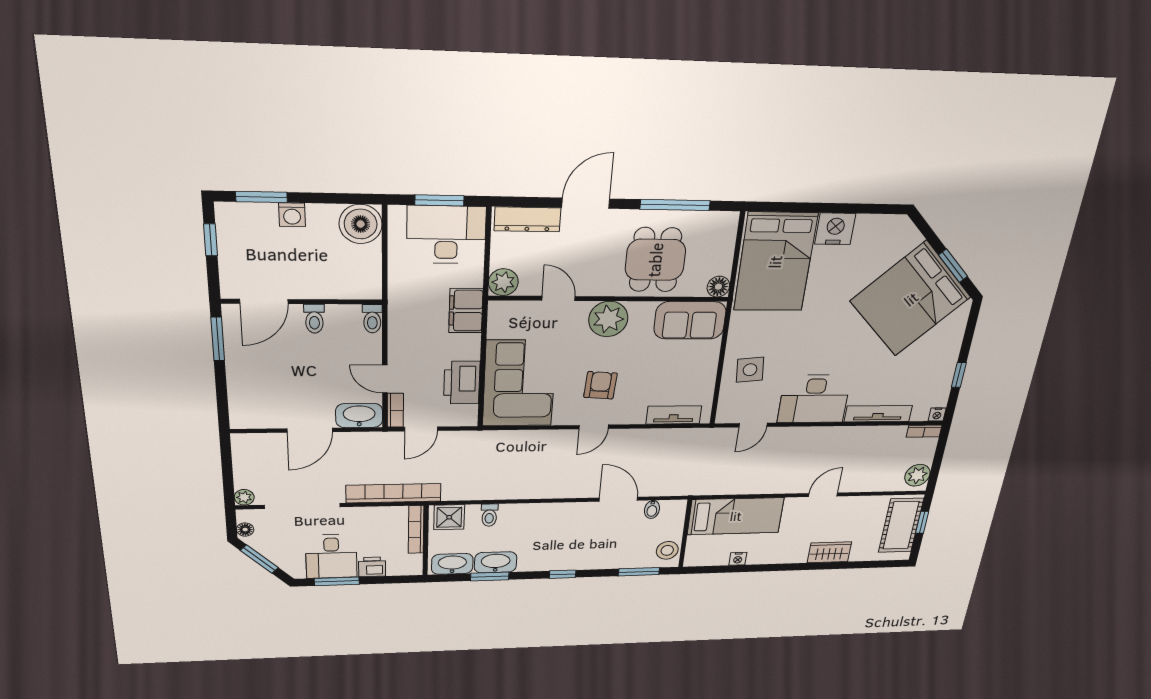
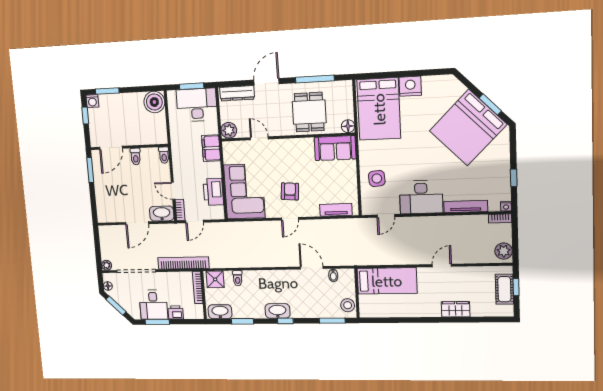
washing machine: (292, 215) -> (92, 101), moved
plant: (608, 319) -> (288, 149), removed
cot: (901, 525) -> (504, 289), width x0.73, depth x0.75
nightstand: (738, 559) -> (394, 313), removed
washbasin: (496, 562) -> (278, 311), moved

